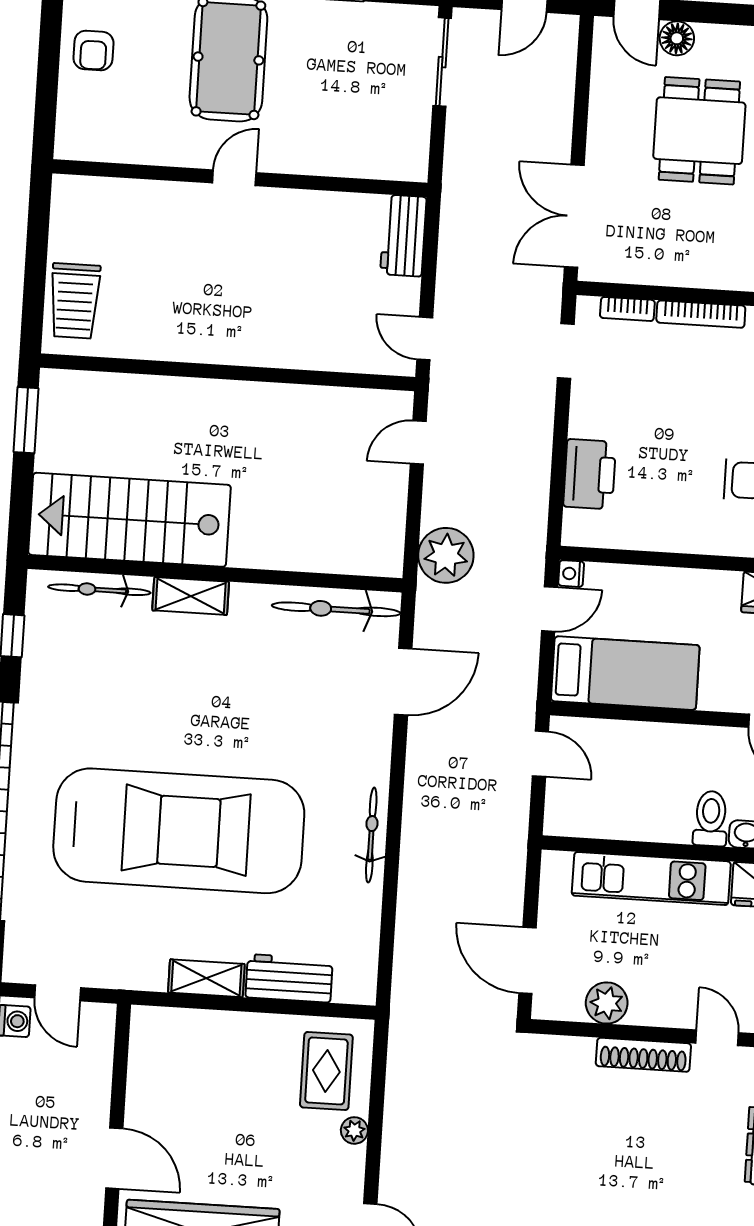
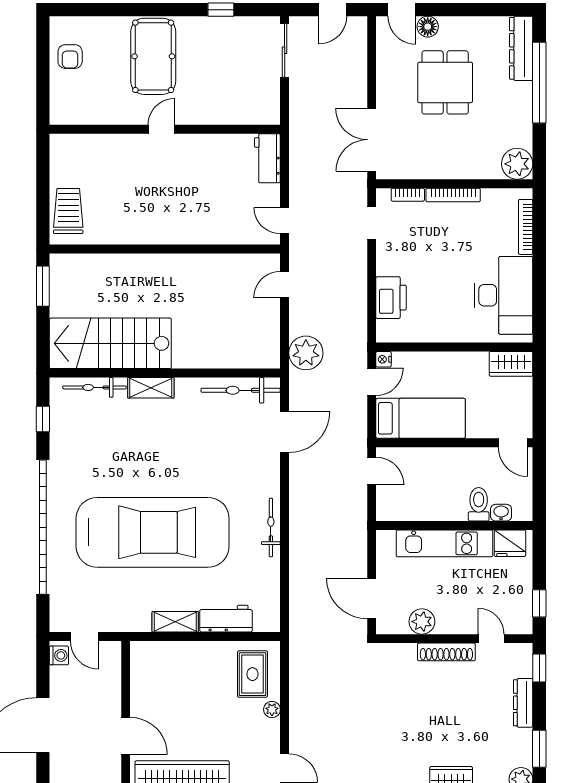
trolley: (75, 301) -> (68, 211), turned 180

